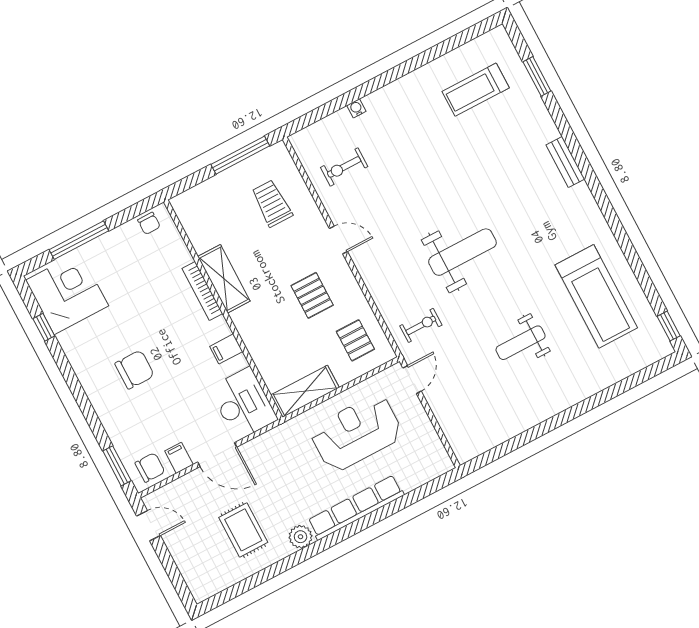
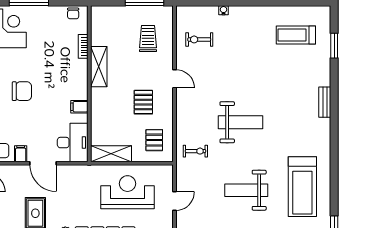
bookcase: (202, 291) -> (83, 46), moved, width x0.64
weight bench: (521, 343) -> (246, 190), width x1.36, depth x1.33
door: (412, 380) -> (174, 201), moved

